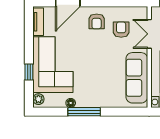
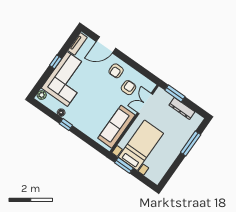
window: (29, 72) -> (56, 62), moved
window: (84, 112) -> (66, 125), width x0.46

